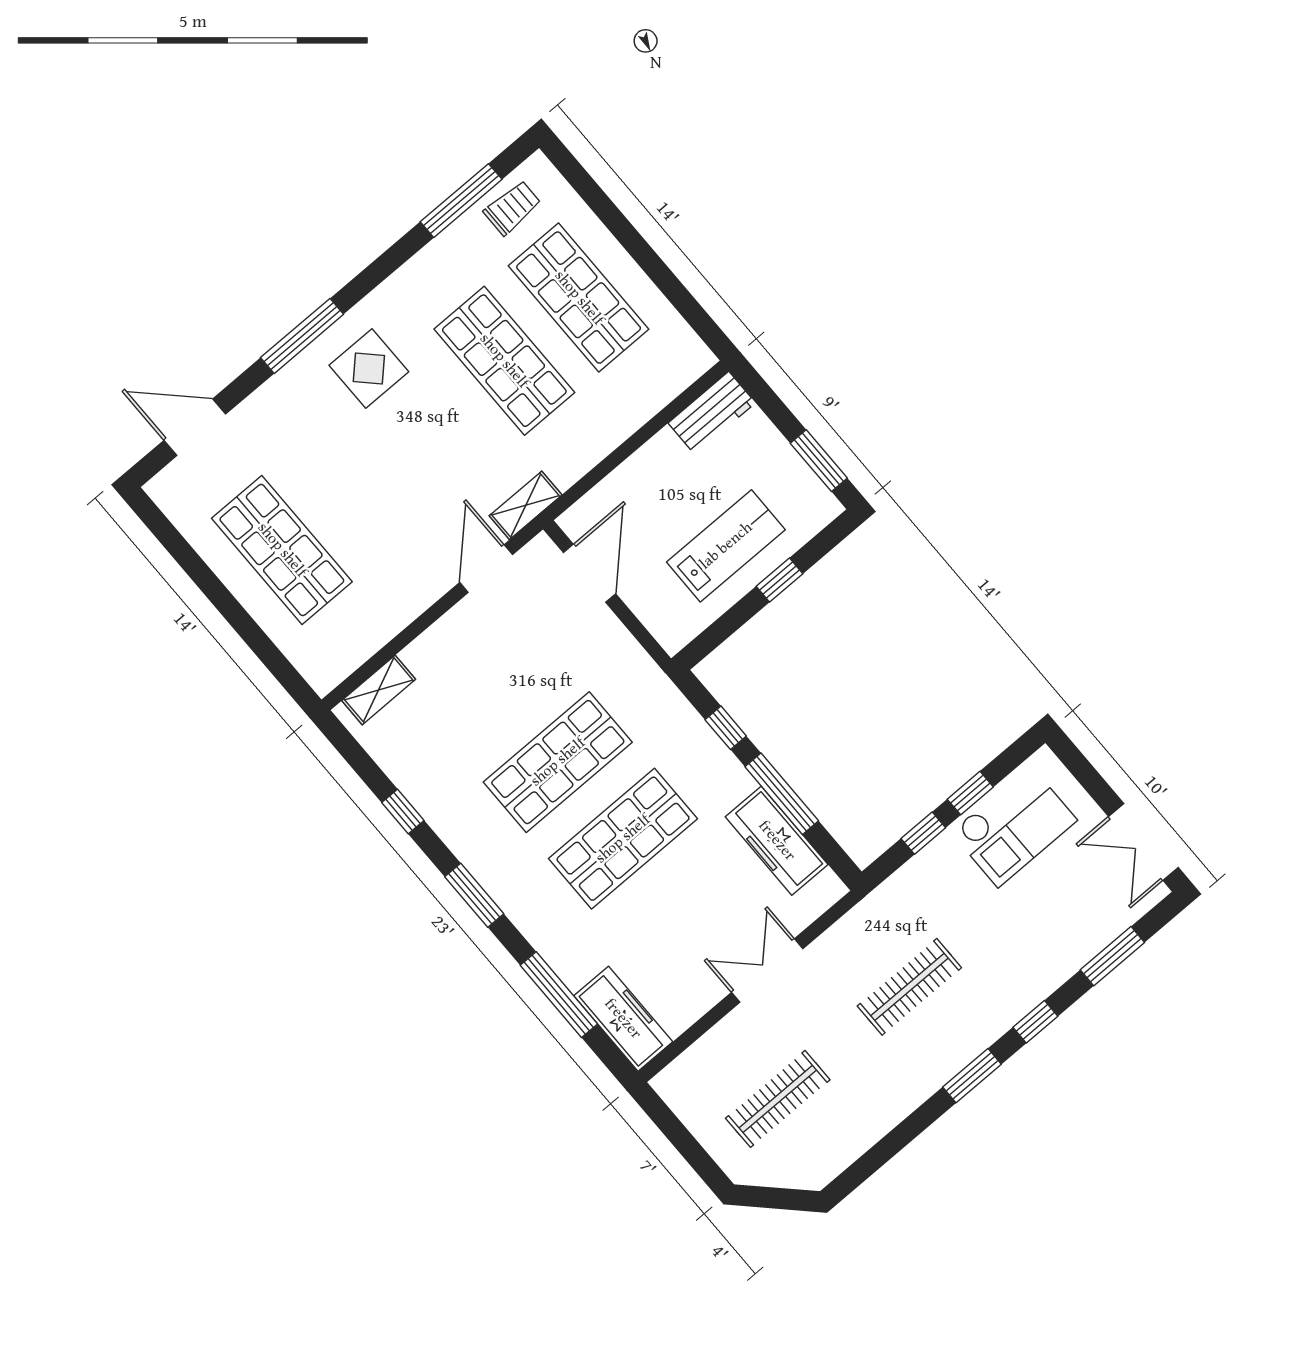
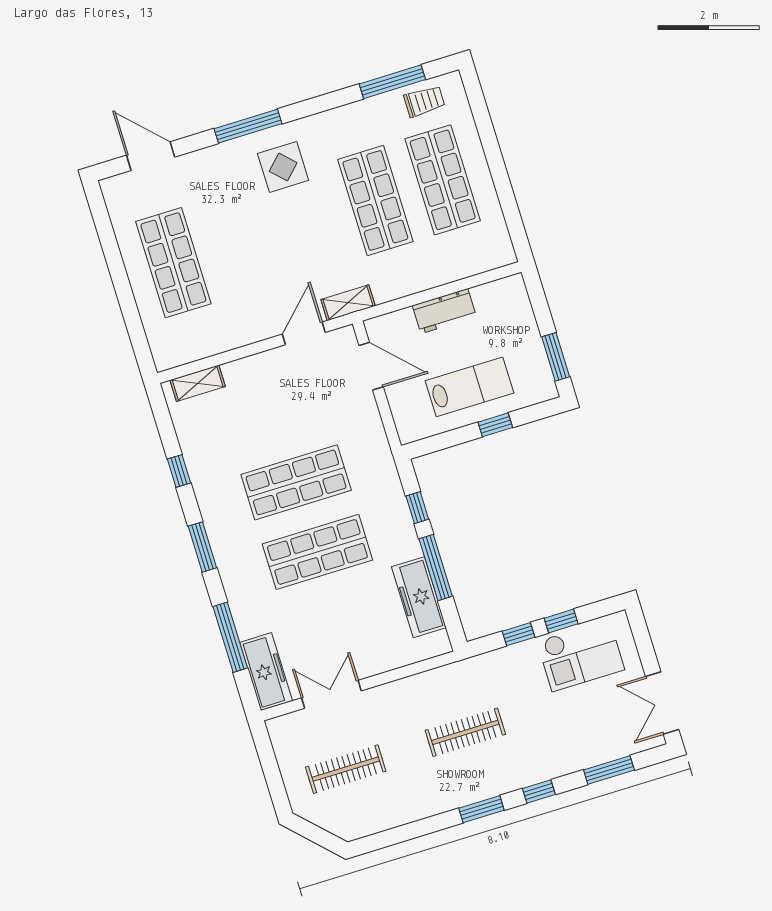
workbench: (712, 413) -> (444, 311), moved
door: (590, 573) -> (371, 366), hinge flipped
double door: (767, 971) -> (331, 694), moved

